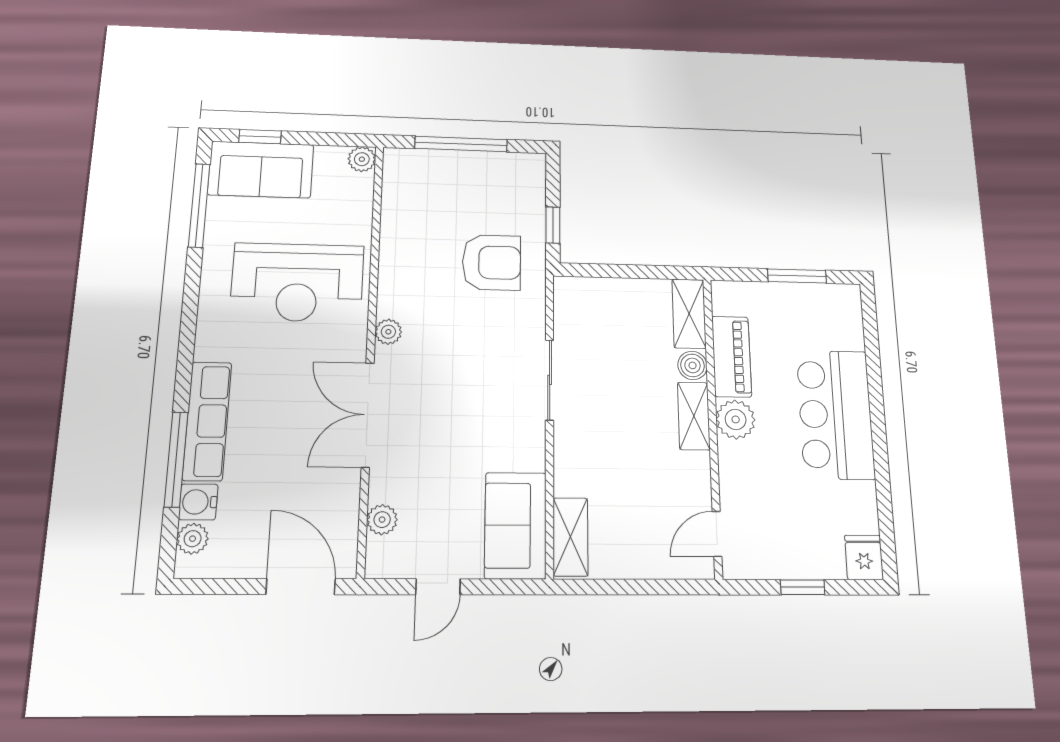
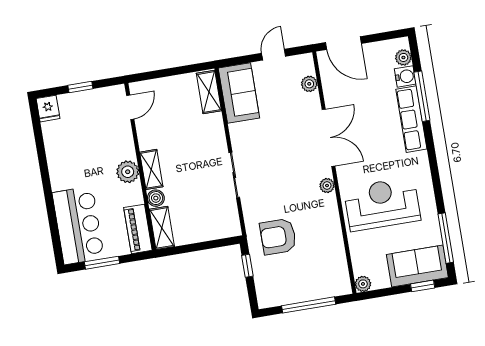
piano: (732, 356) -> (138, 229), moved
bar counter: (836, 414) -> (78, 225), moved

